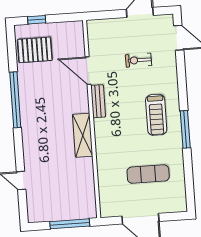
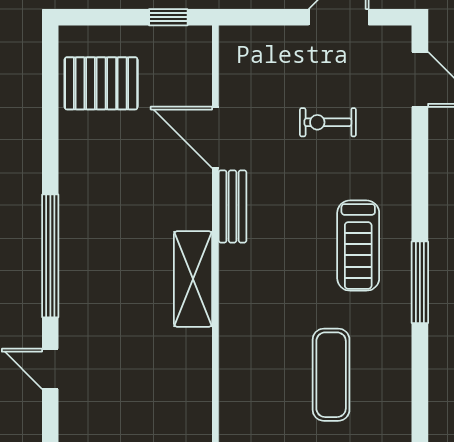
window: (37, 20) -> (168, 17), moved
window: (15, 100) -> (50, 256), moved
exercise mat: (148, 174) -> (331, 375), turned 90

